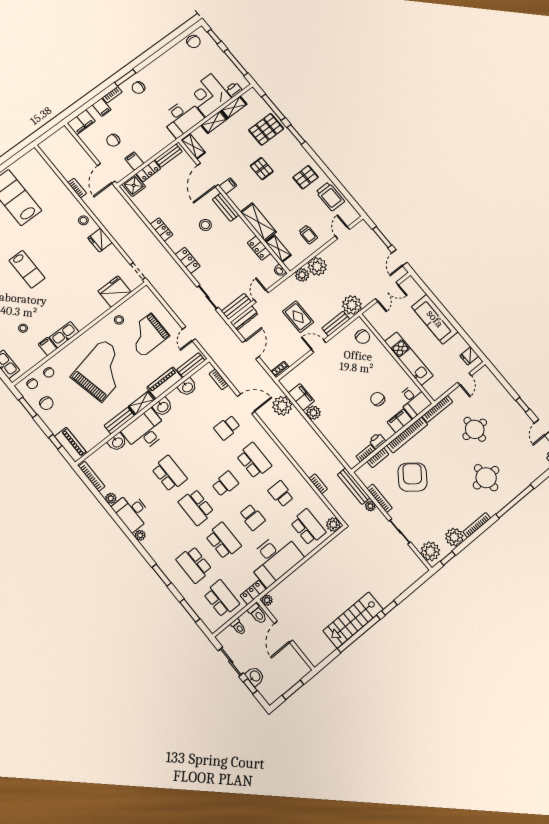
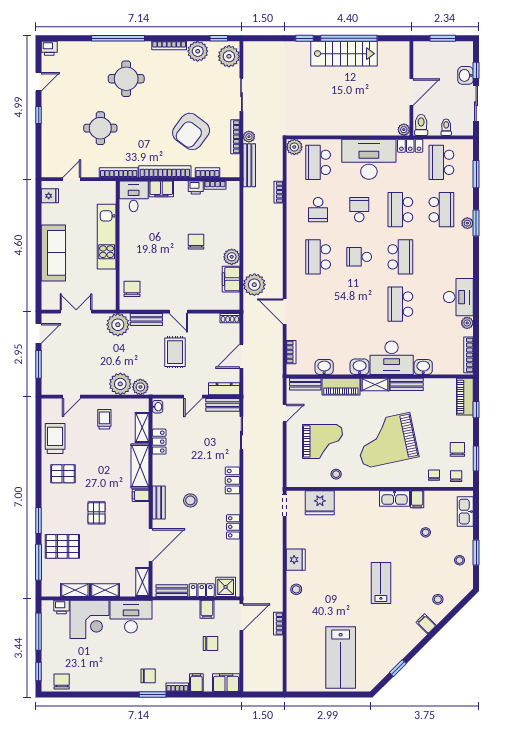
filing cabinet: (228, 186) -> (141, 495), moved
chair: (378, 399) -> (196, 242), moved, turned 180
school desk: (227, 428) -> (318, 304), removed
plant: (140, 535) -> (467, 223), moved

